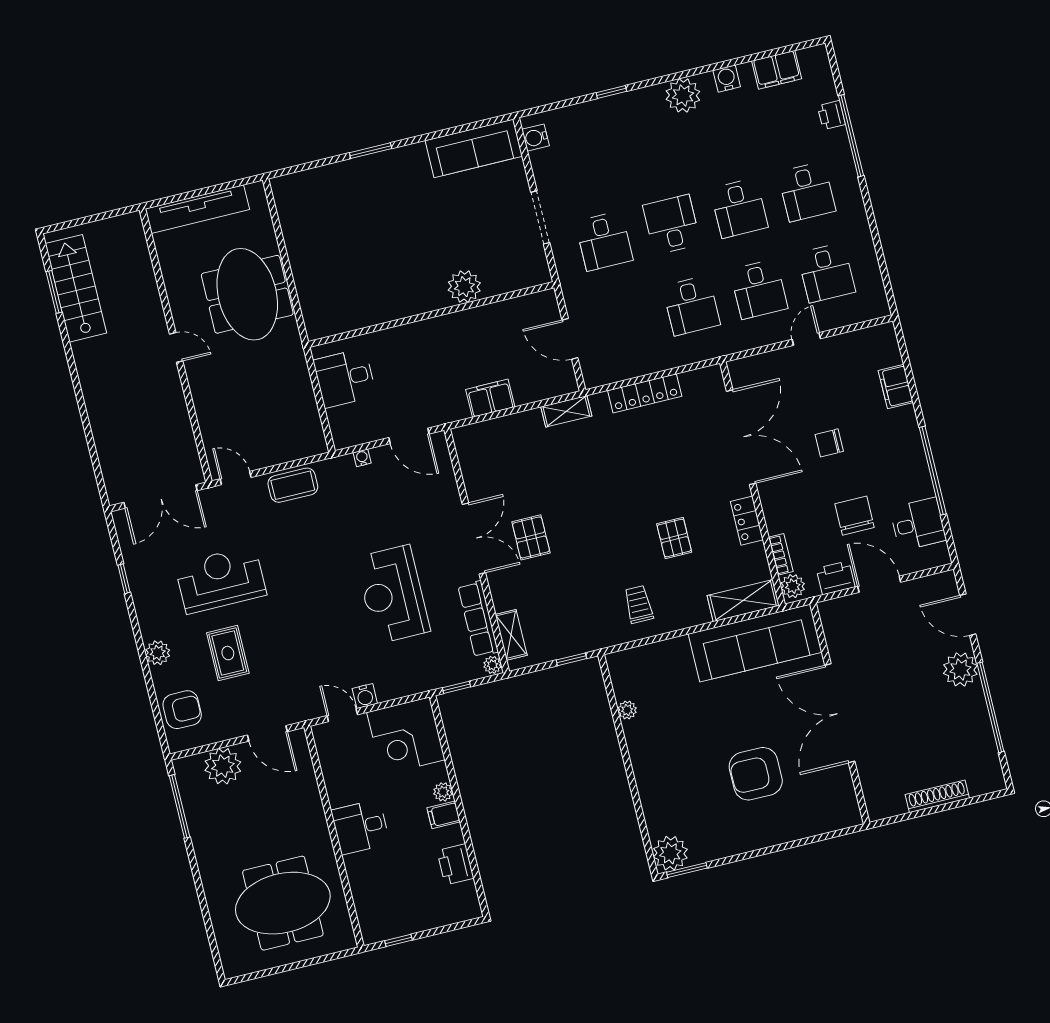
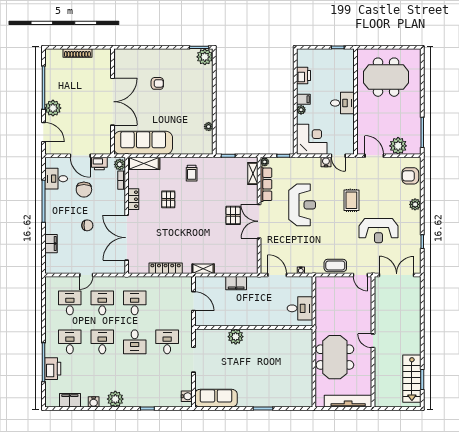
printer: (831, 115) -> (53, 369), width x1.87, depth x1.48
rug: (228, 653) -> (351, 200), moved
armchair: (756, 774) -> (157, 83), width x0.53, depth x0.53

